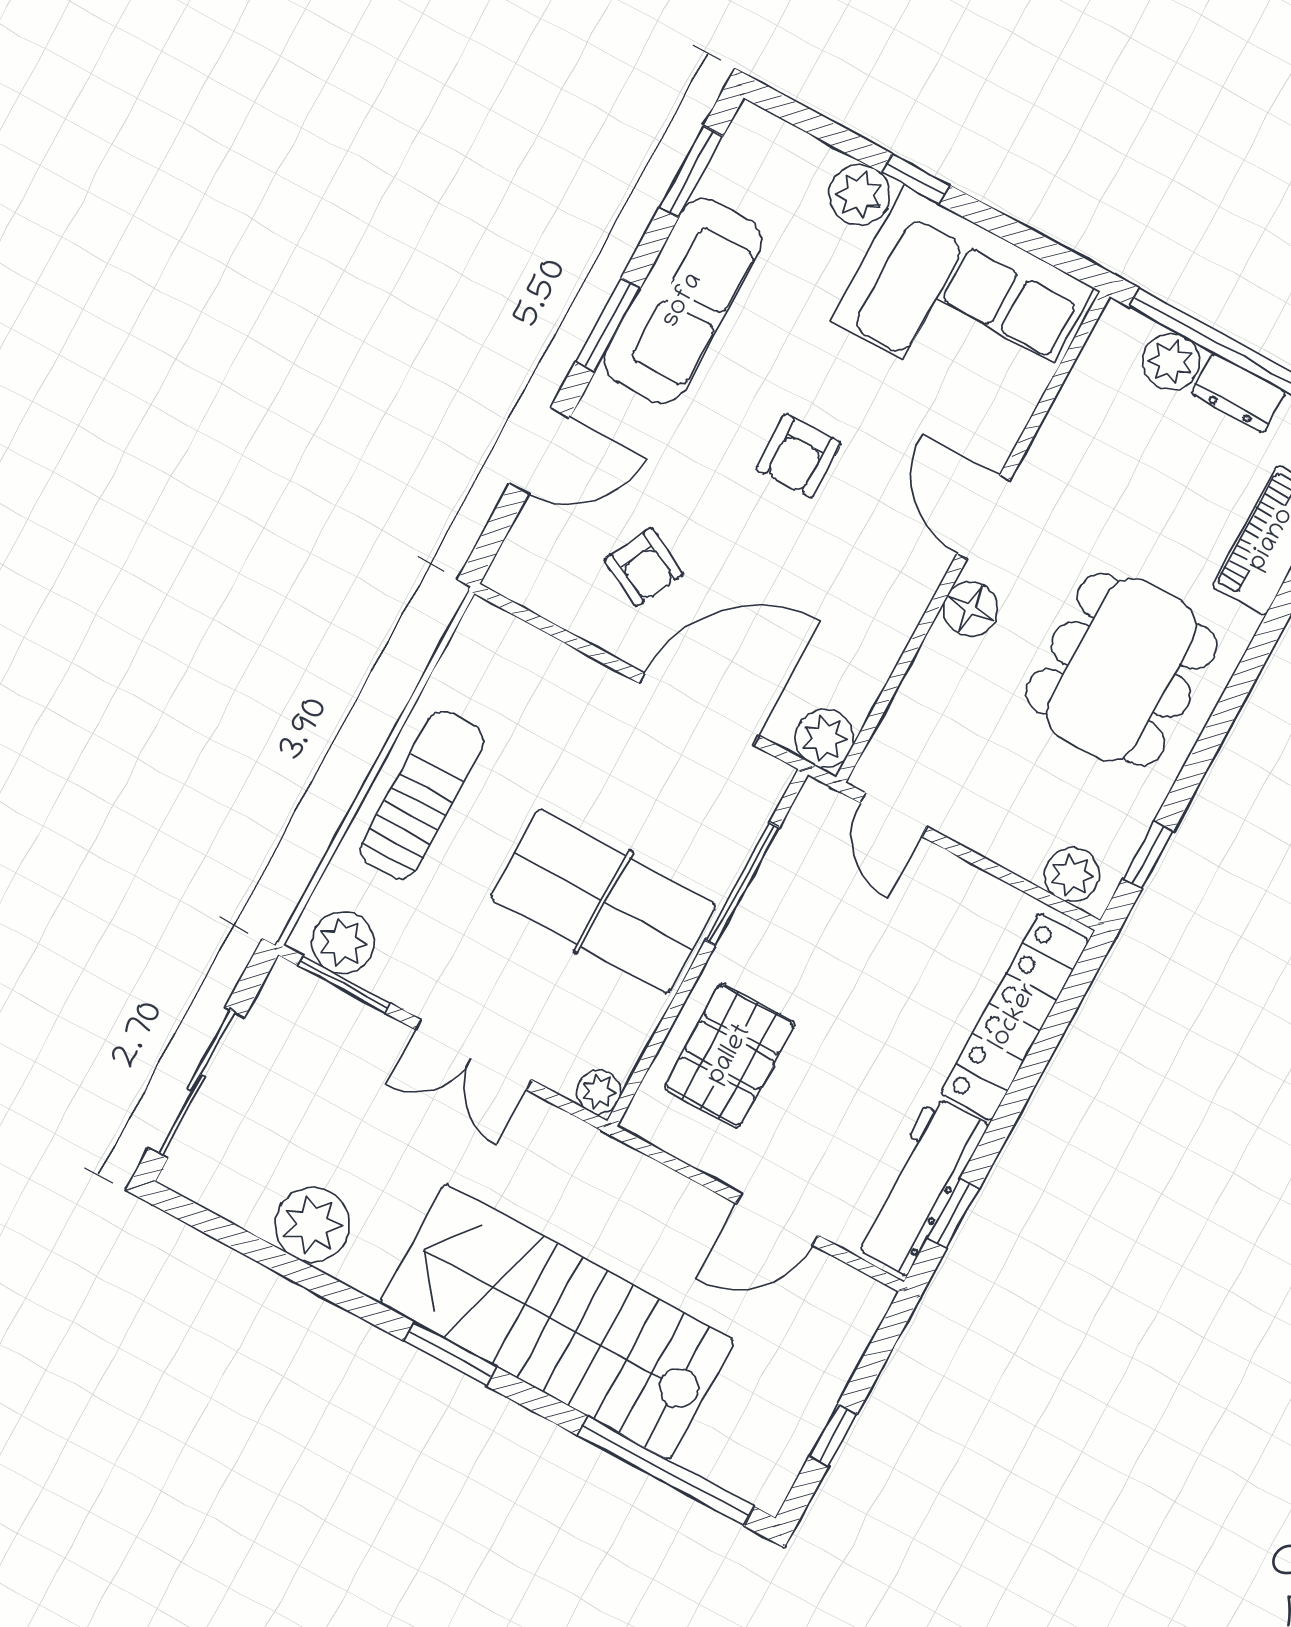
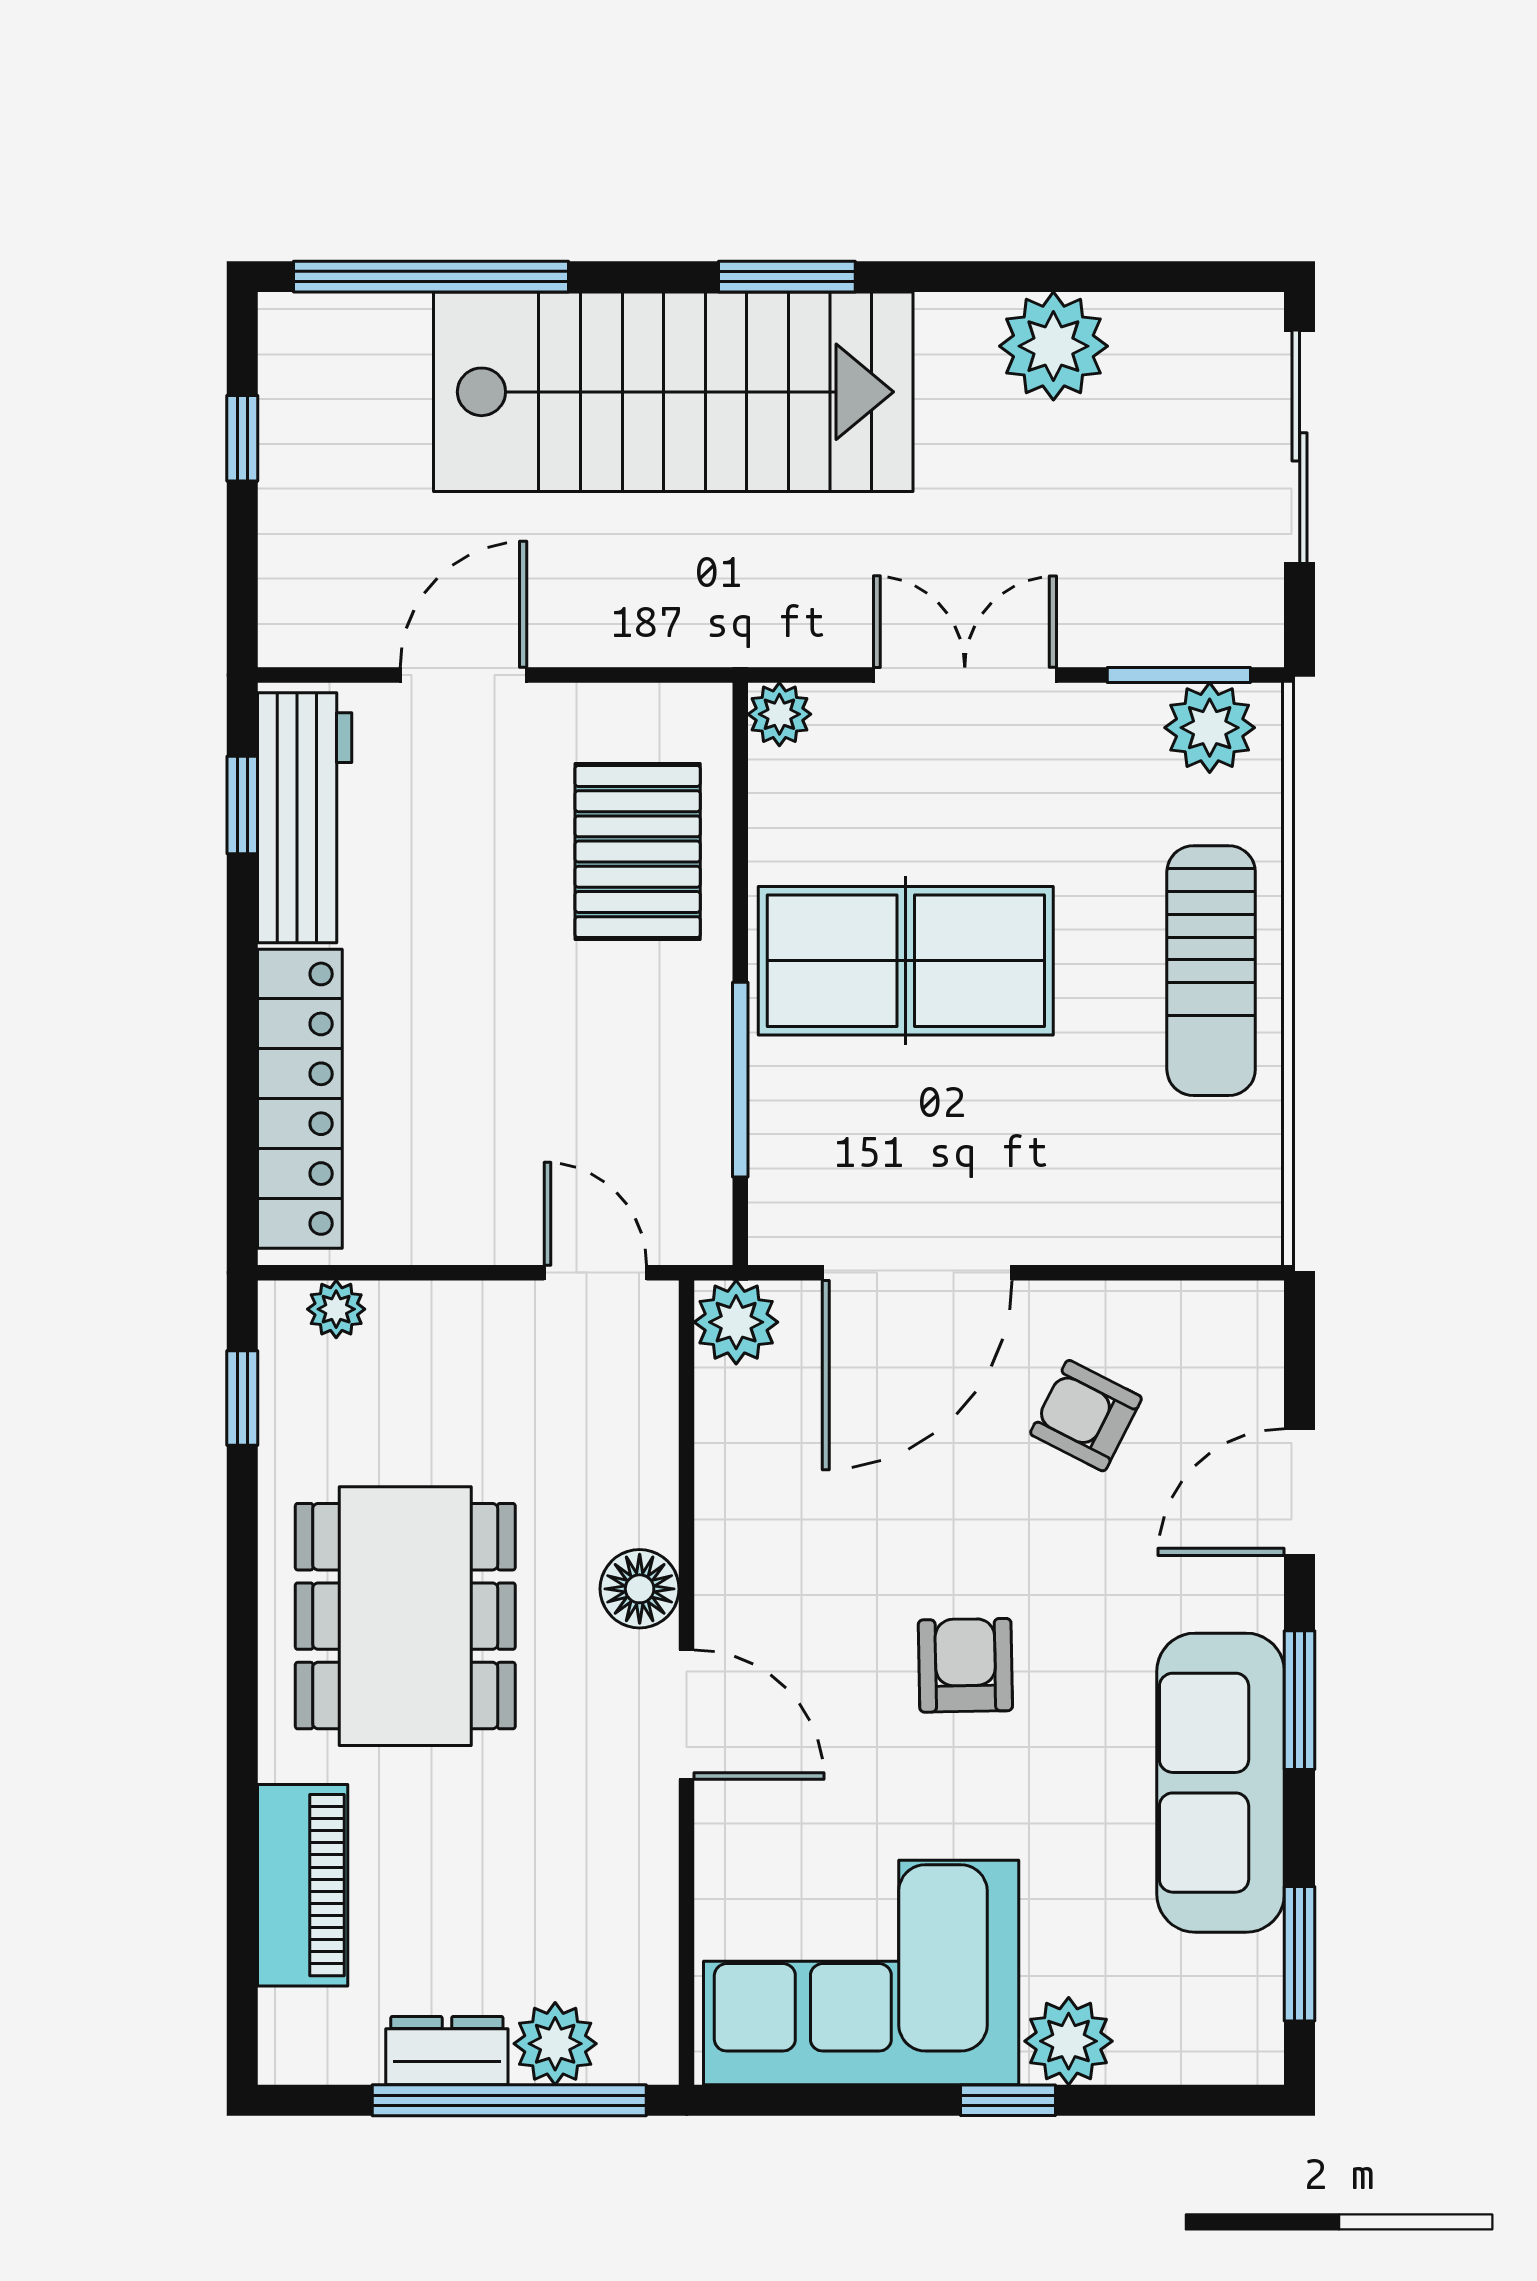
plant: (1072, 875) -> (336, 1309), width x0.73, depth x0.73

